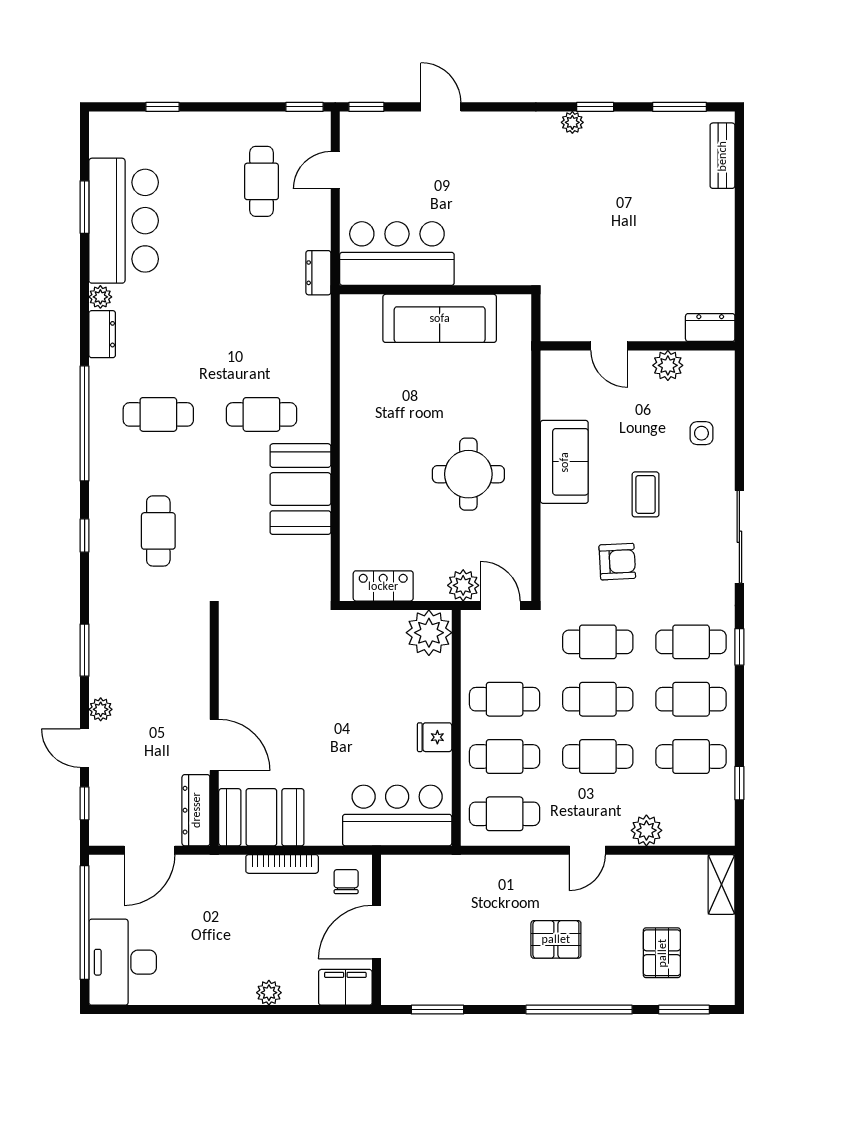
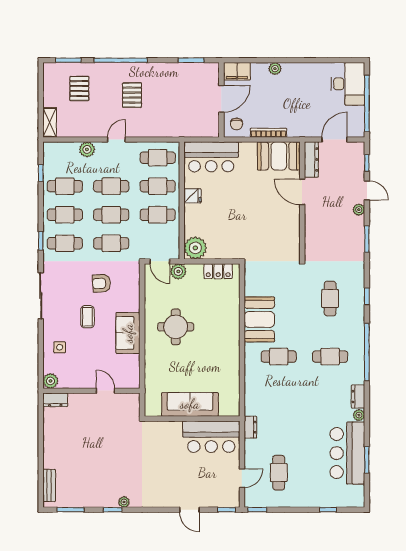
plant: (668, 365) -> (50, 381), moved
pallet: (556, 939) -> (132, 95), turned 90

